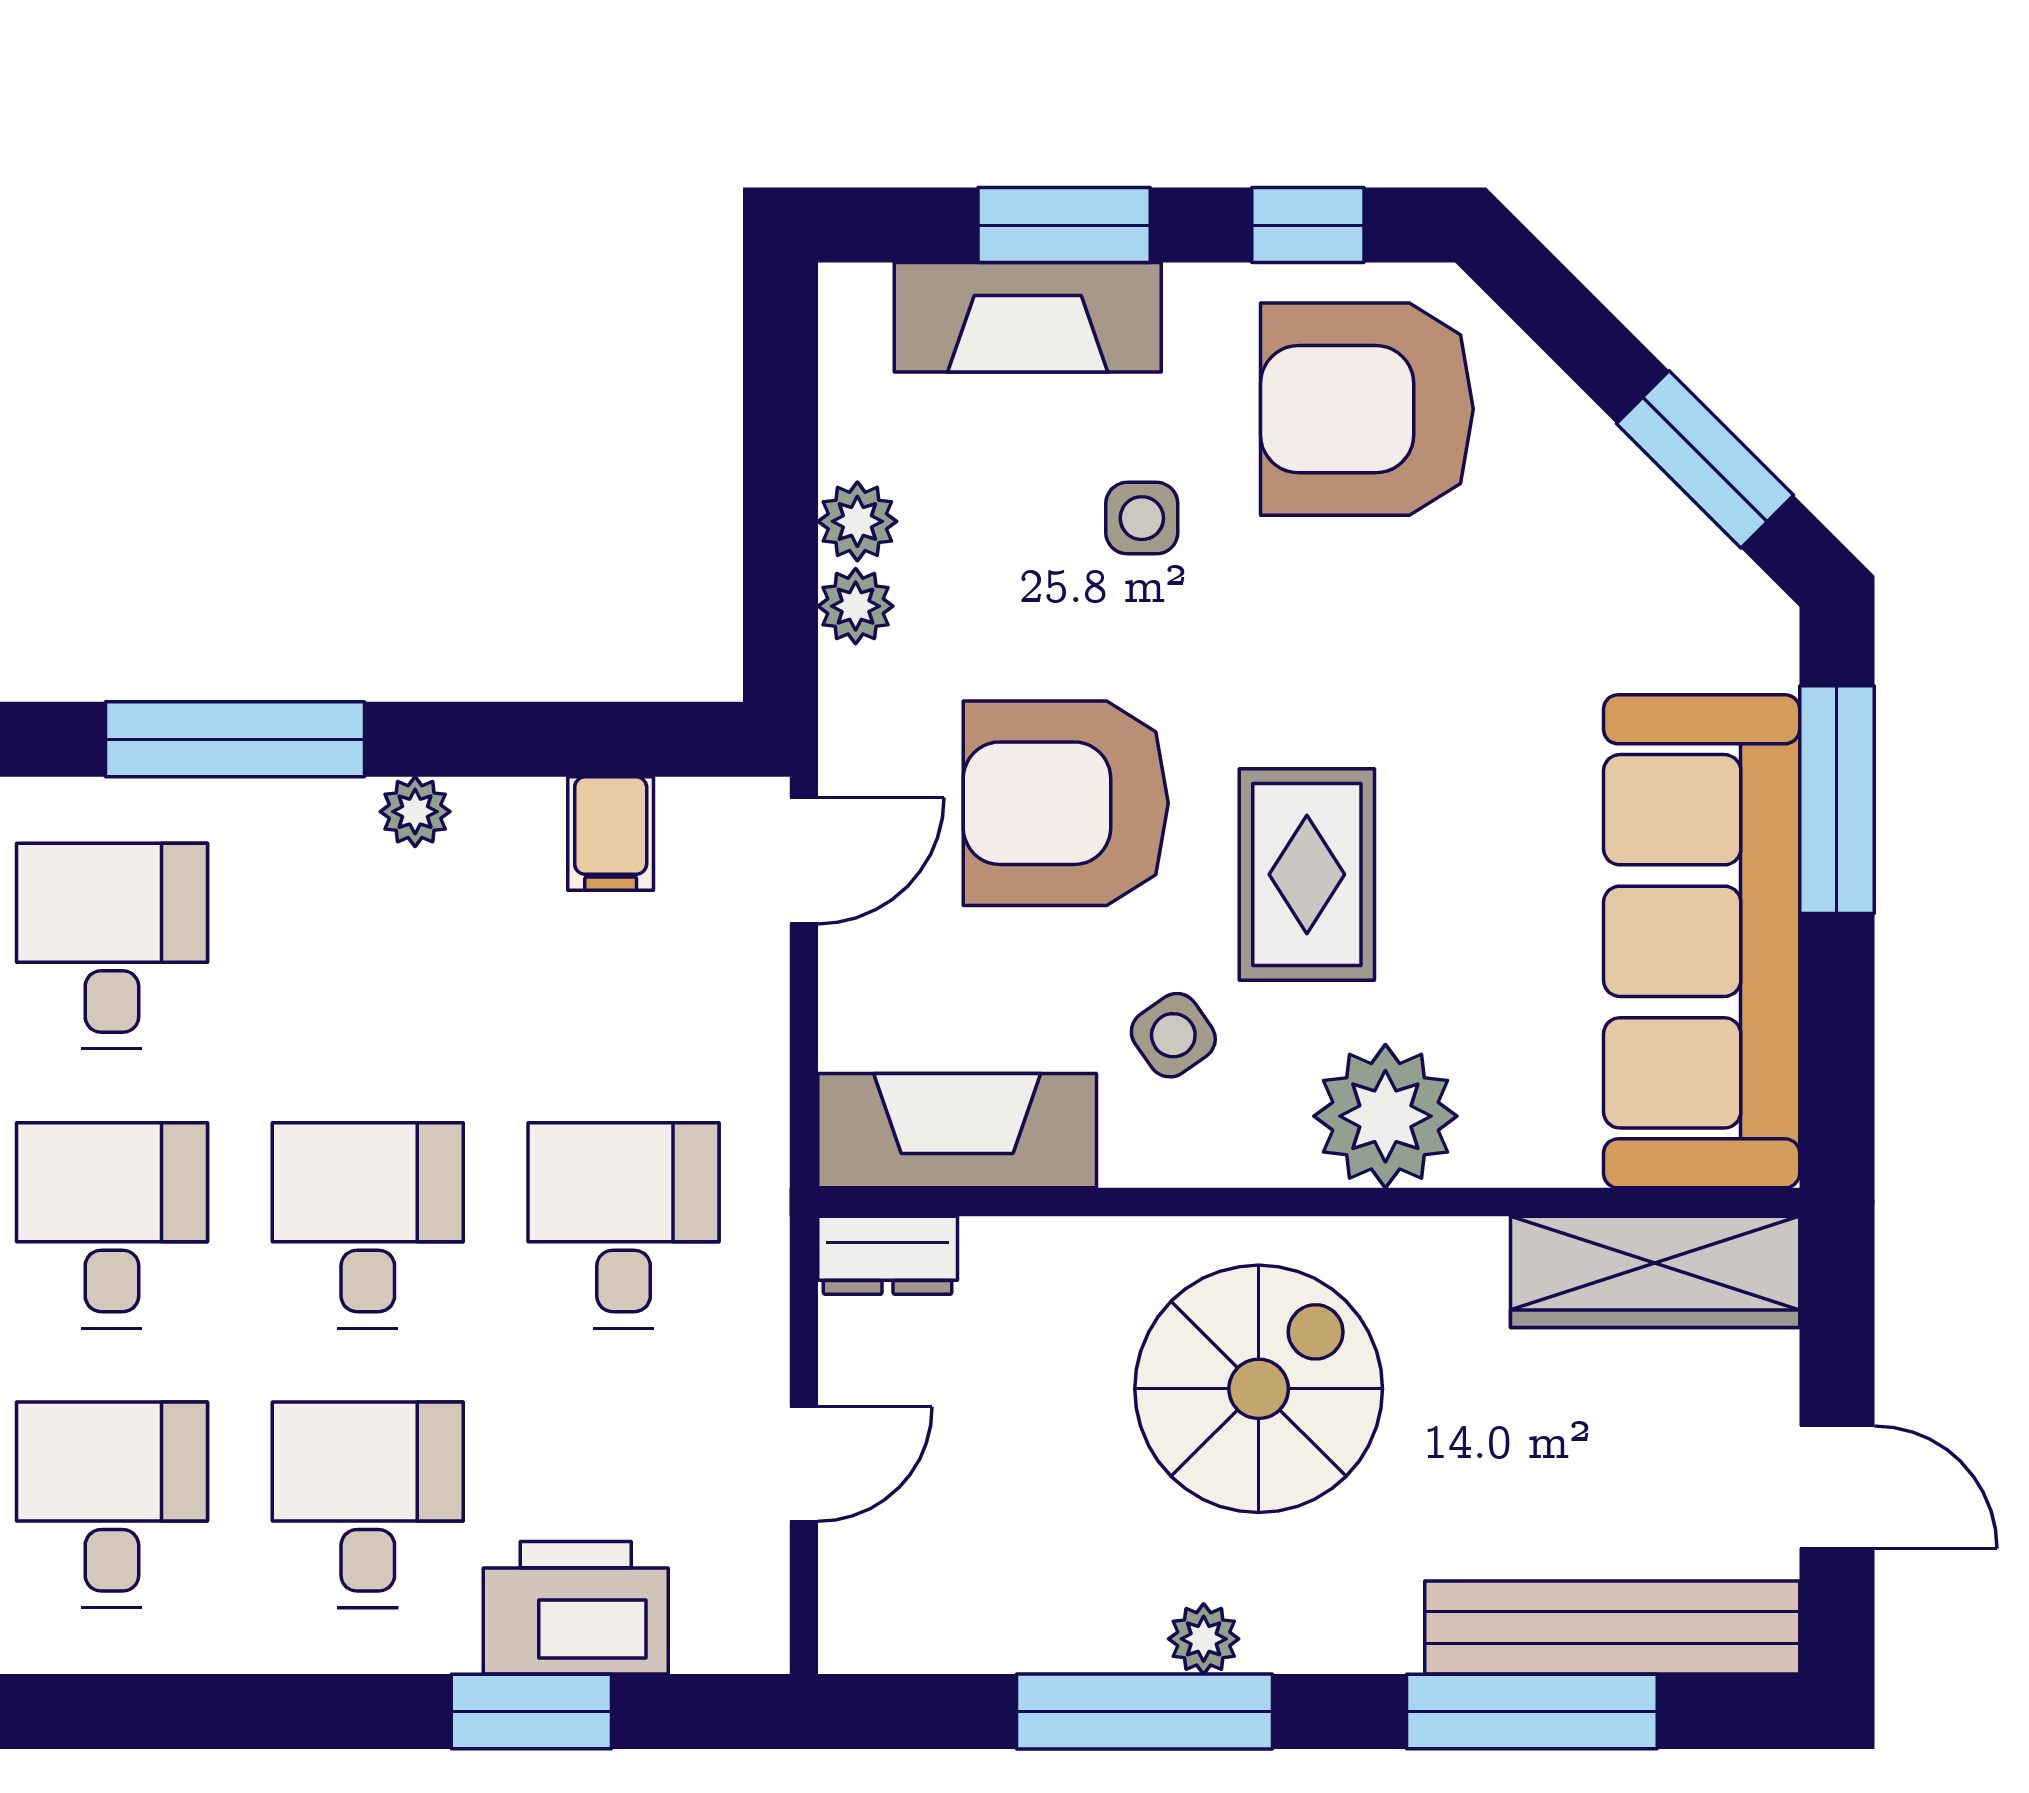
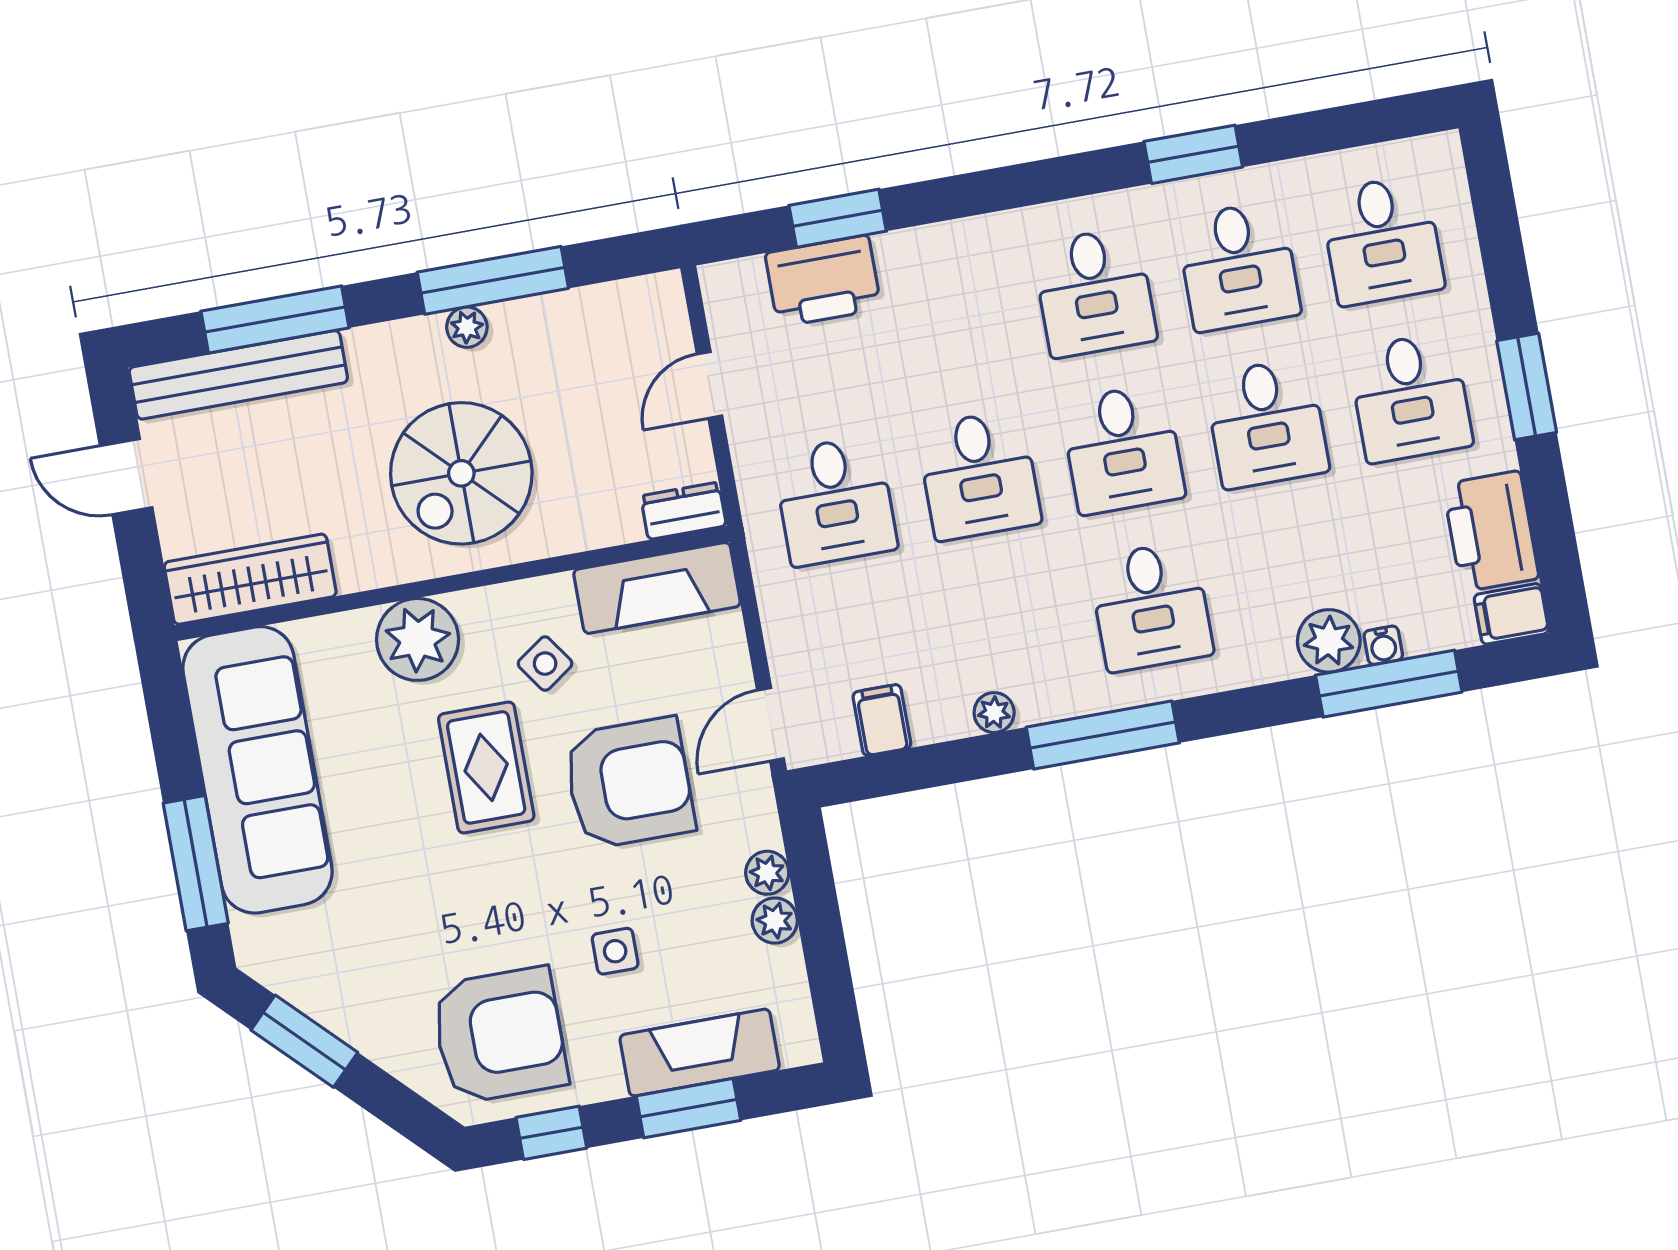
desk: (368, 1505) -> (951, 318), removed

